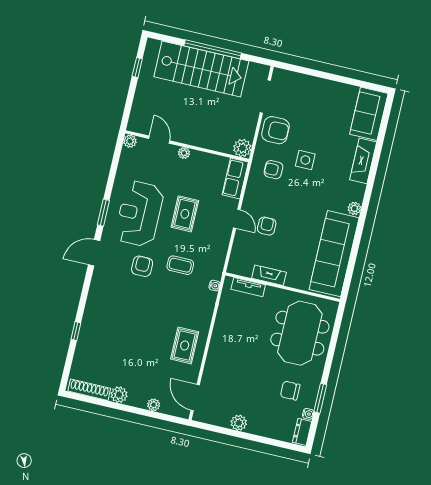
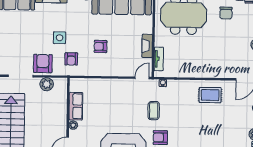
plant: (242, 148) -> (47, 84), moved
row of seats: (235, 178) -> (76, 106), moved, turned -90
rug: (185, 214) -> (116, 115), removed
door: (237, 219) -> (142, 78), moved
armchair: (267, 226) -> (101, 46), moved

